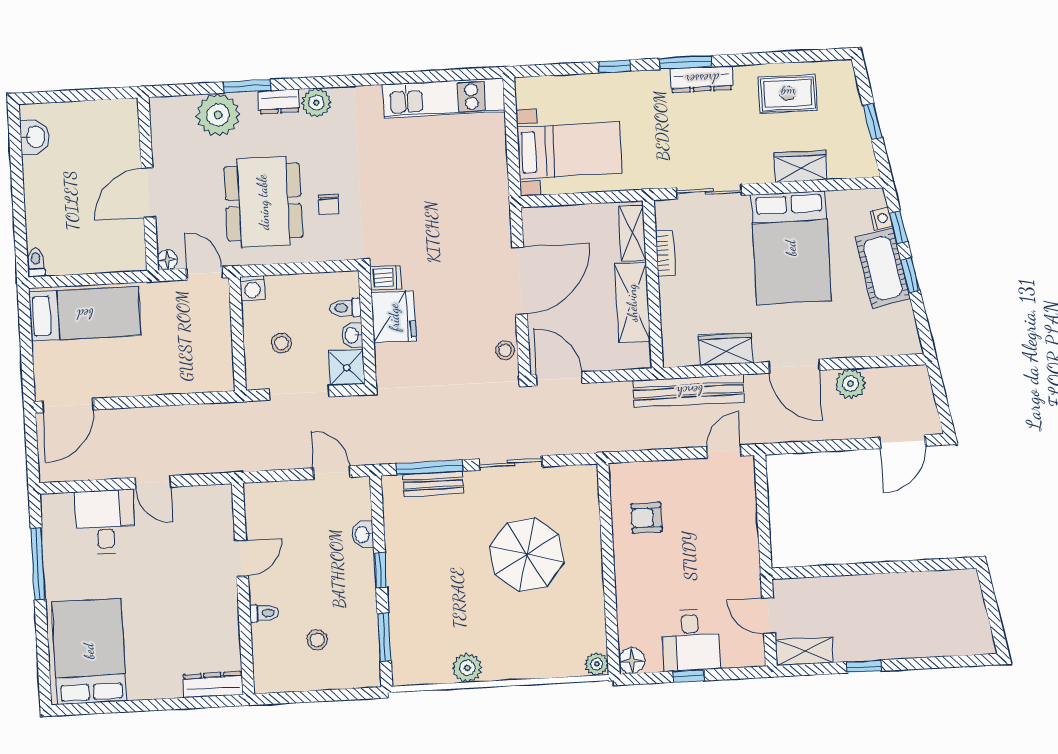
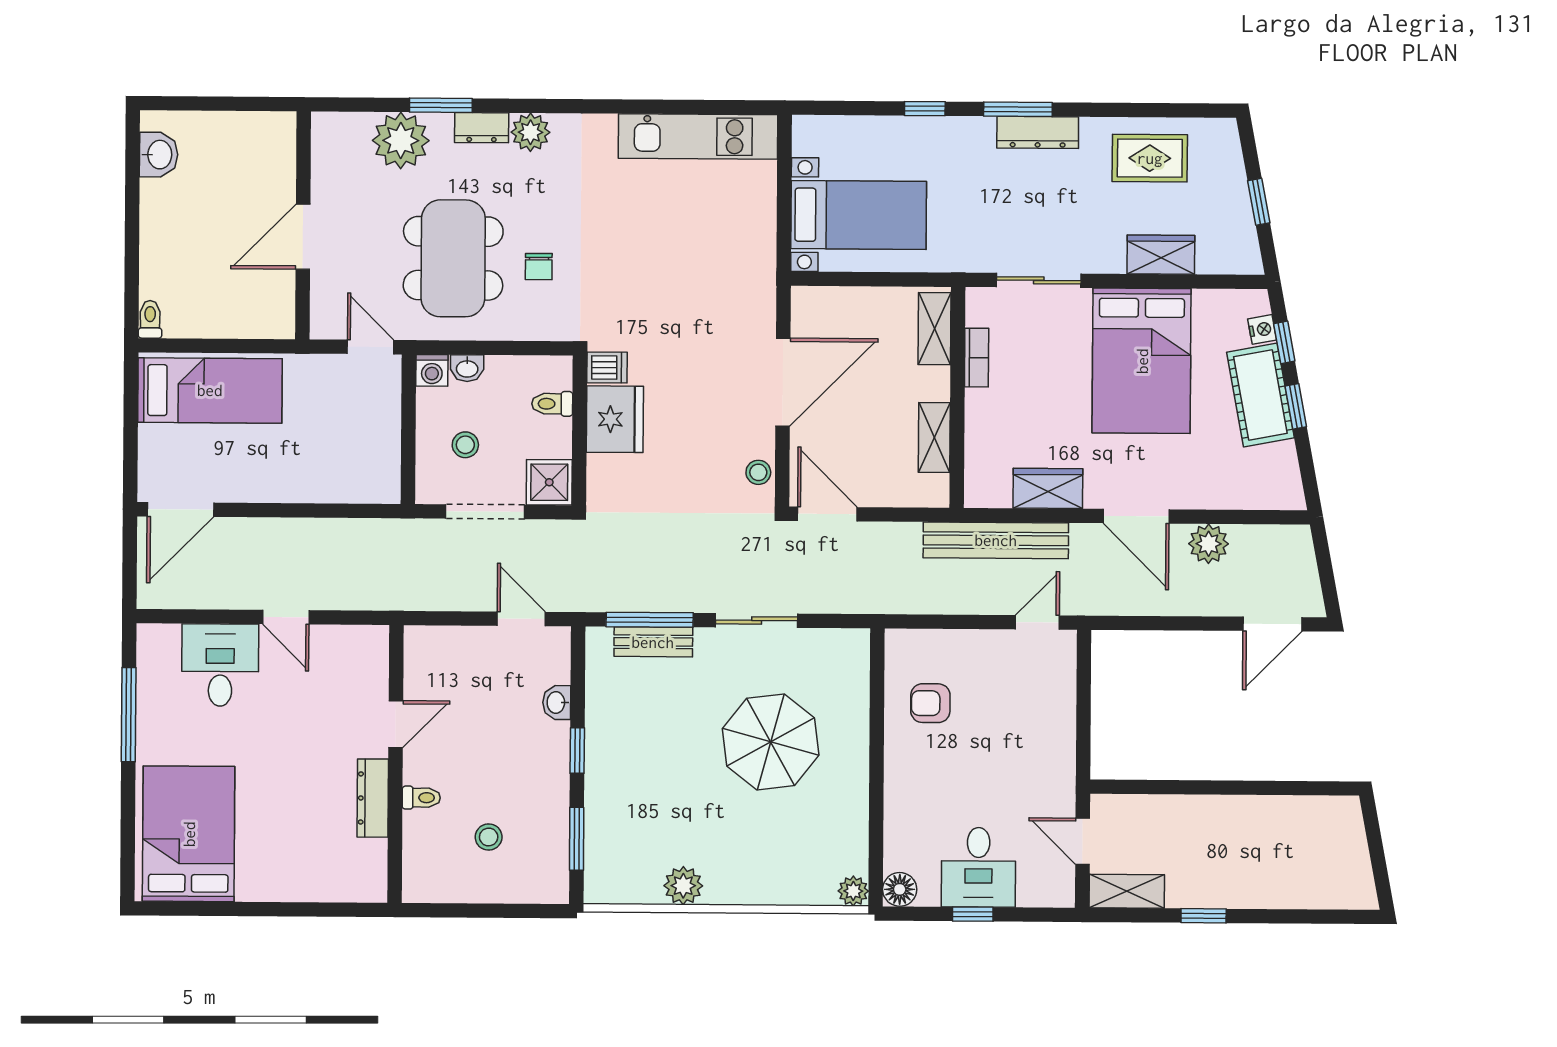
floor lamp: (167, 260) -> (323, 326), removed
shelving: (632, 303) -> (934, 438), width x0.67, depth x0.75
washbasin: (352, 335) -> (467, 368), moved, turned -90
dresser: (213, 685) -> (373, 798), moved, turned -90

